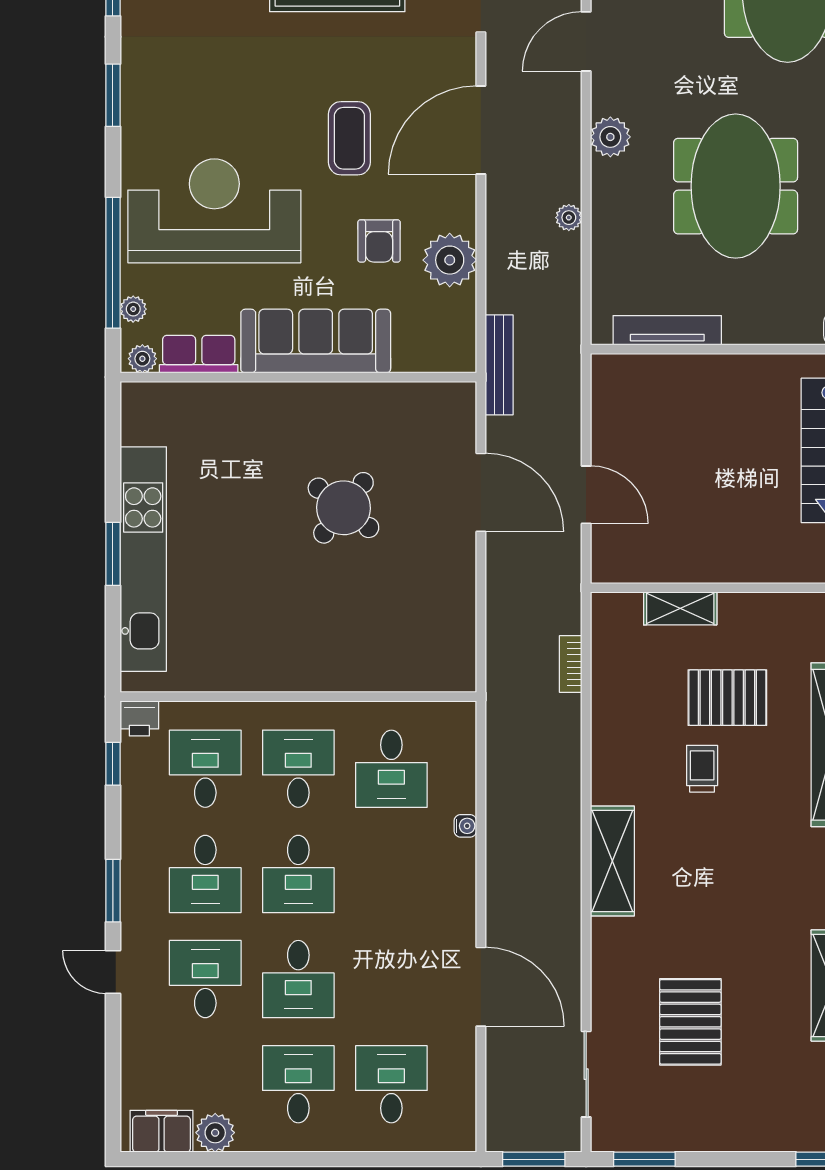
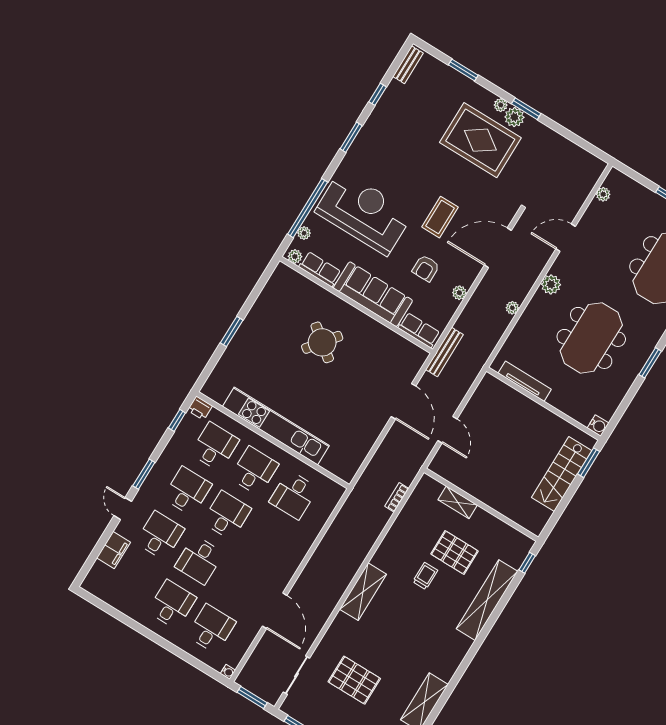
plant: (450, 260) -> (459, 293), width x0.53, depth x0.53
row of seats: (433, 354) -> (419, 330), added
round table: (343, 508) -> (322, 342), moved
kitchen unit: (143, 559) -> (276, 426), moved, turned -90
water cooler: (465, 826) -> (228, 672), moved
desk: (205, 874) -> (187, 491), turned 180
desk: (298, 874) -> (227, 515), turned 180
pallet: (690, 1022) -> (354, 680), turned 90
filing cabinet: (162, 1131) -> (114, 550), moved, turned 90
plant: (215, 1133) -> (124, 603), removed

